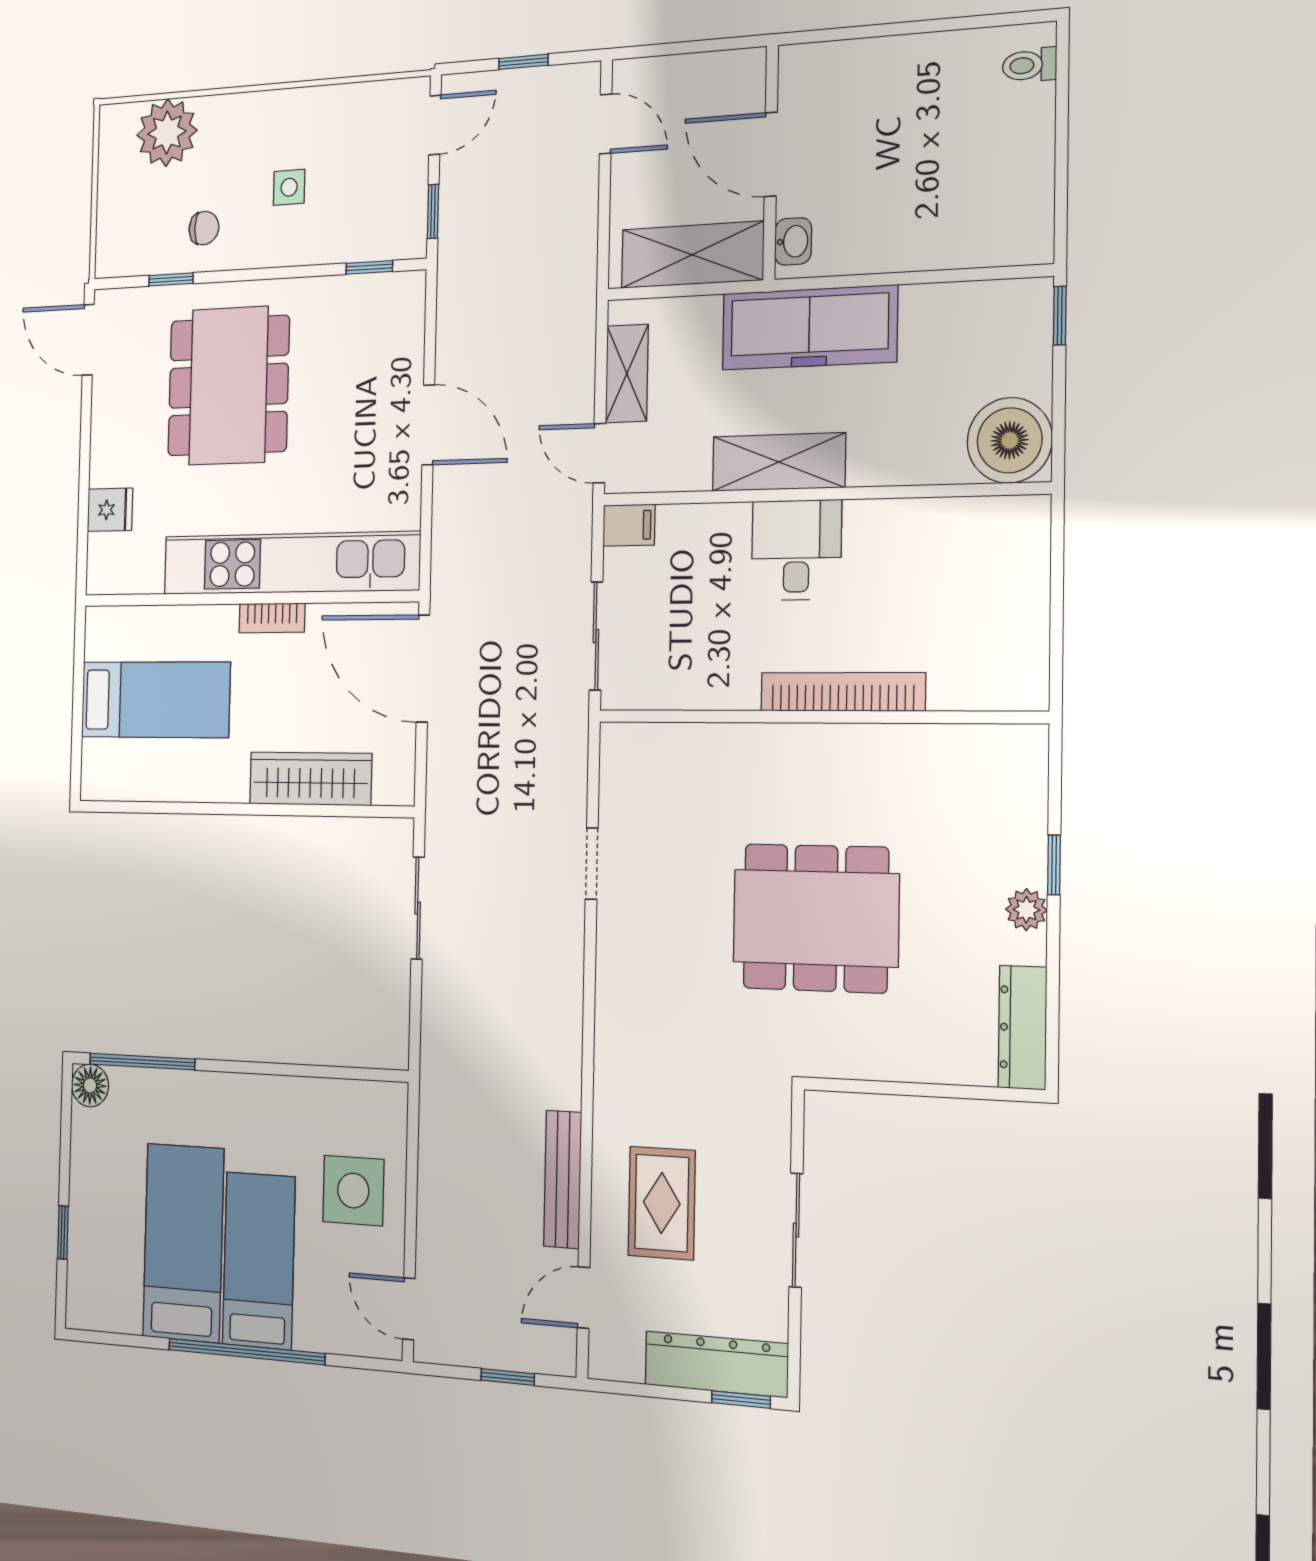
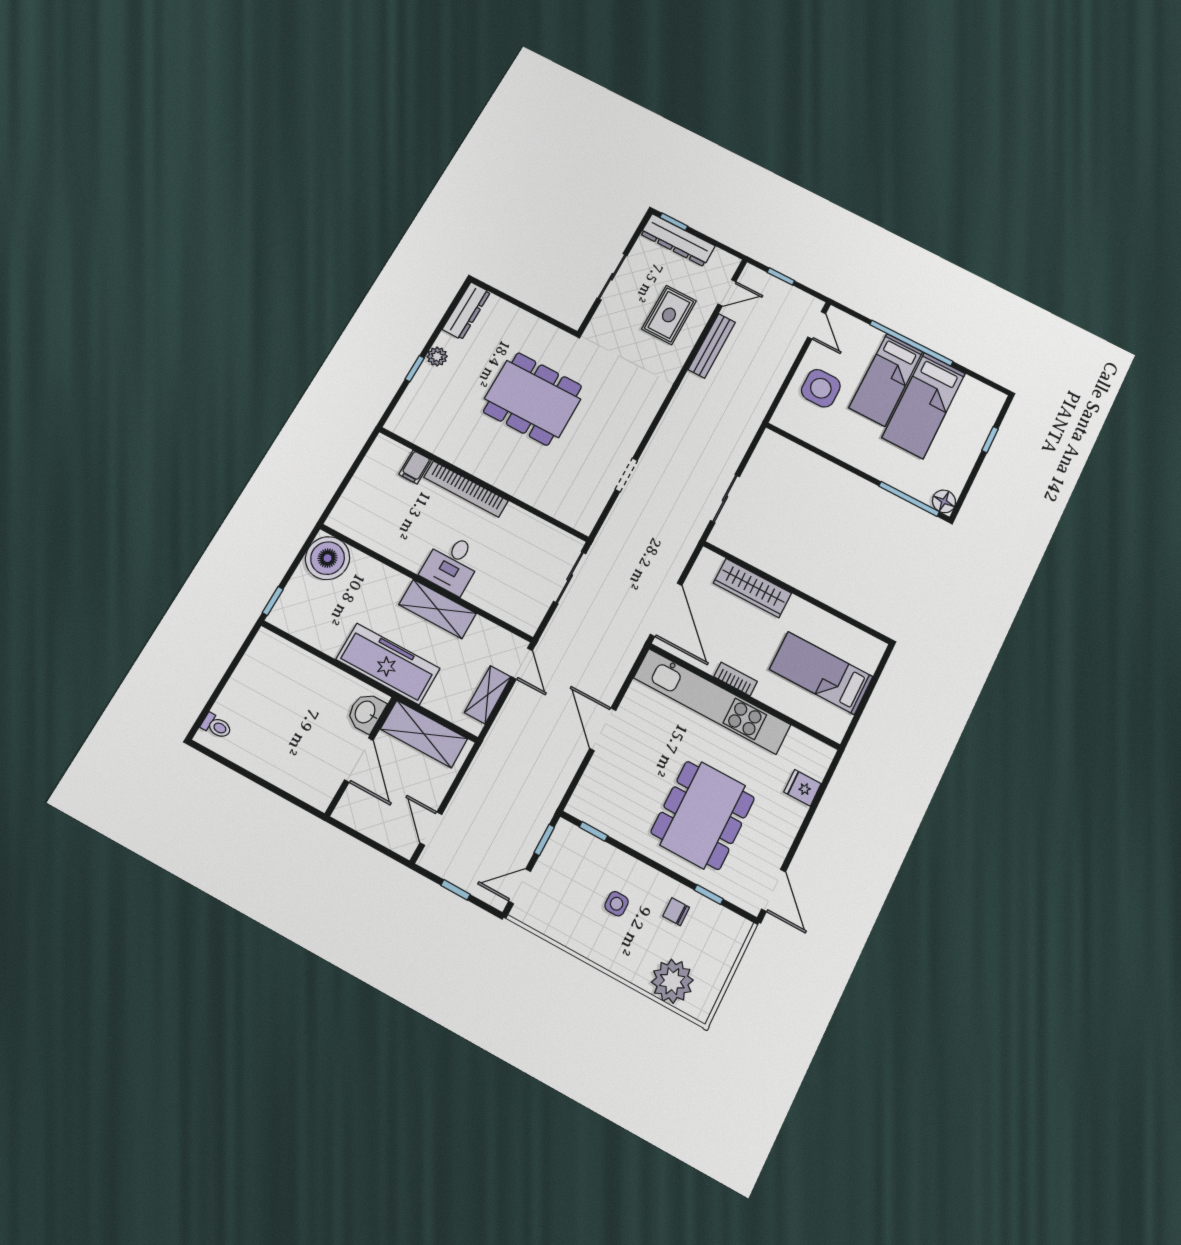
washbasin: (793, 241) -> (366, 712), width x1.38, depth x1.45
filing cabinet: (629, 525) -> (415, 467), moved, turned -90

